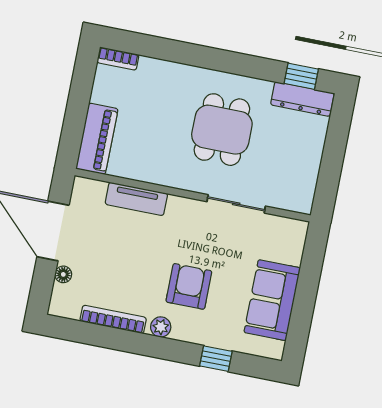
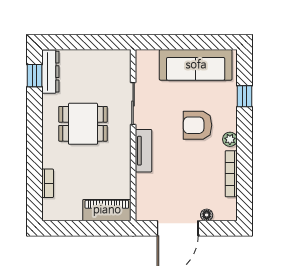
bookcase: (118, 59) -> (48, 183), moved
tv unit: (136, 199) -> (143, 151), moved
sofa: (272, 300) -> (196, 65), width x1.36

